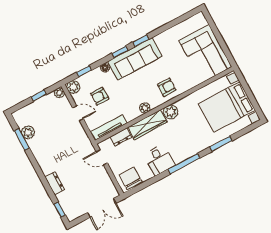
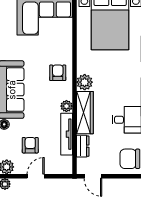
armchair: (100, 96) -> (30, 145), turned 180
tv unit: (109, 128) -> (67, 134), moved
door: (102, 157) -> (93, 176), hinge flipped

